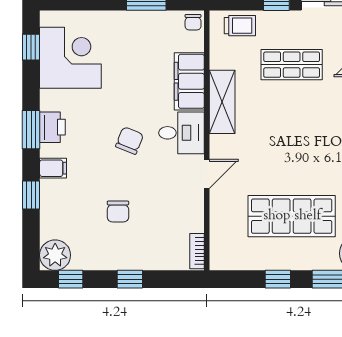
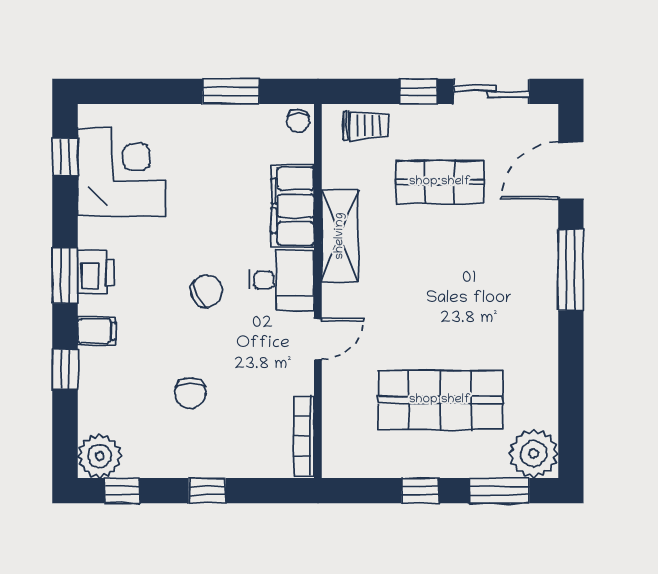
chair: (130, 141) -> (207, 291), turned 41
bookcase: (197, 251) -> (304, 436), width x1.56

